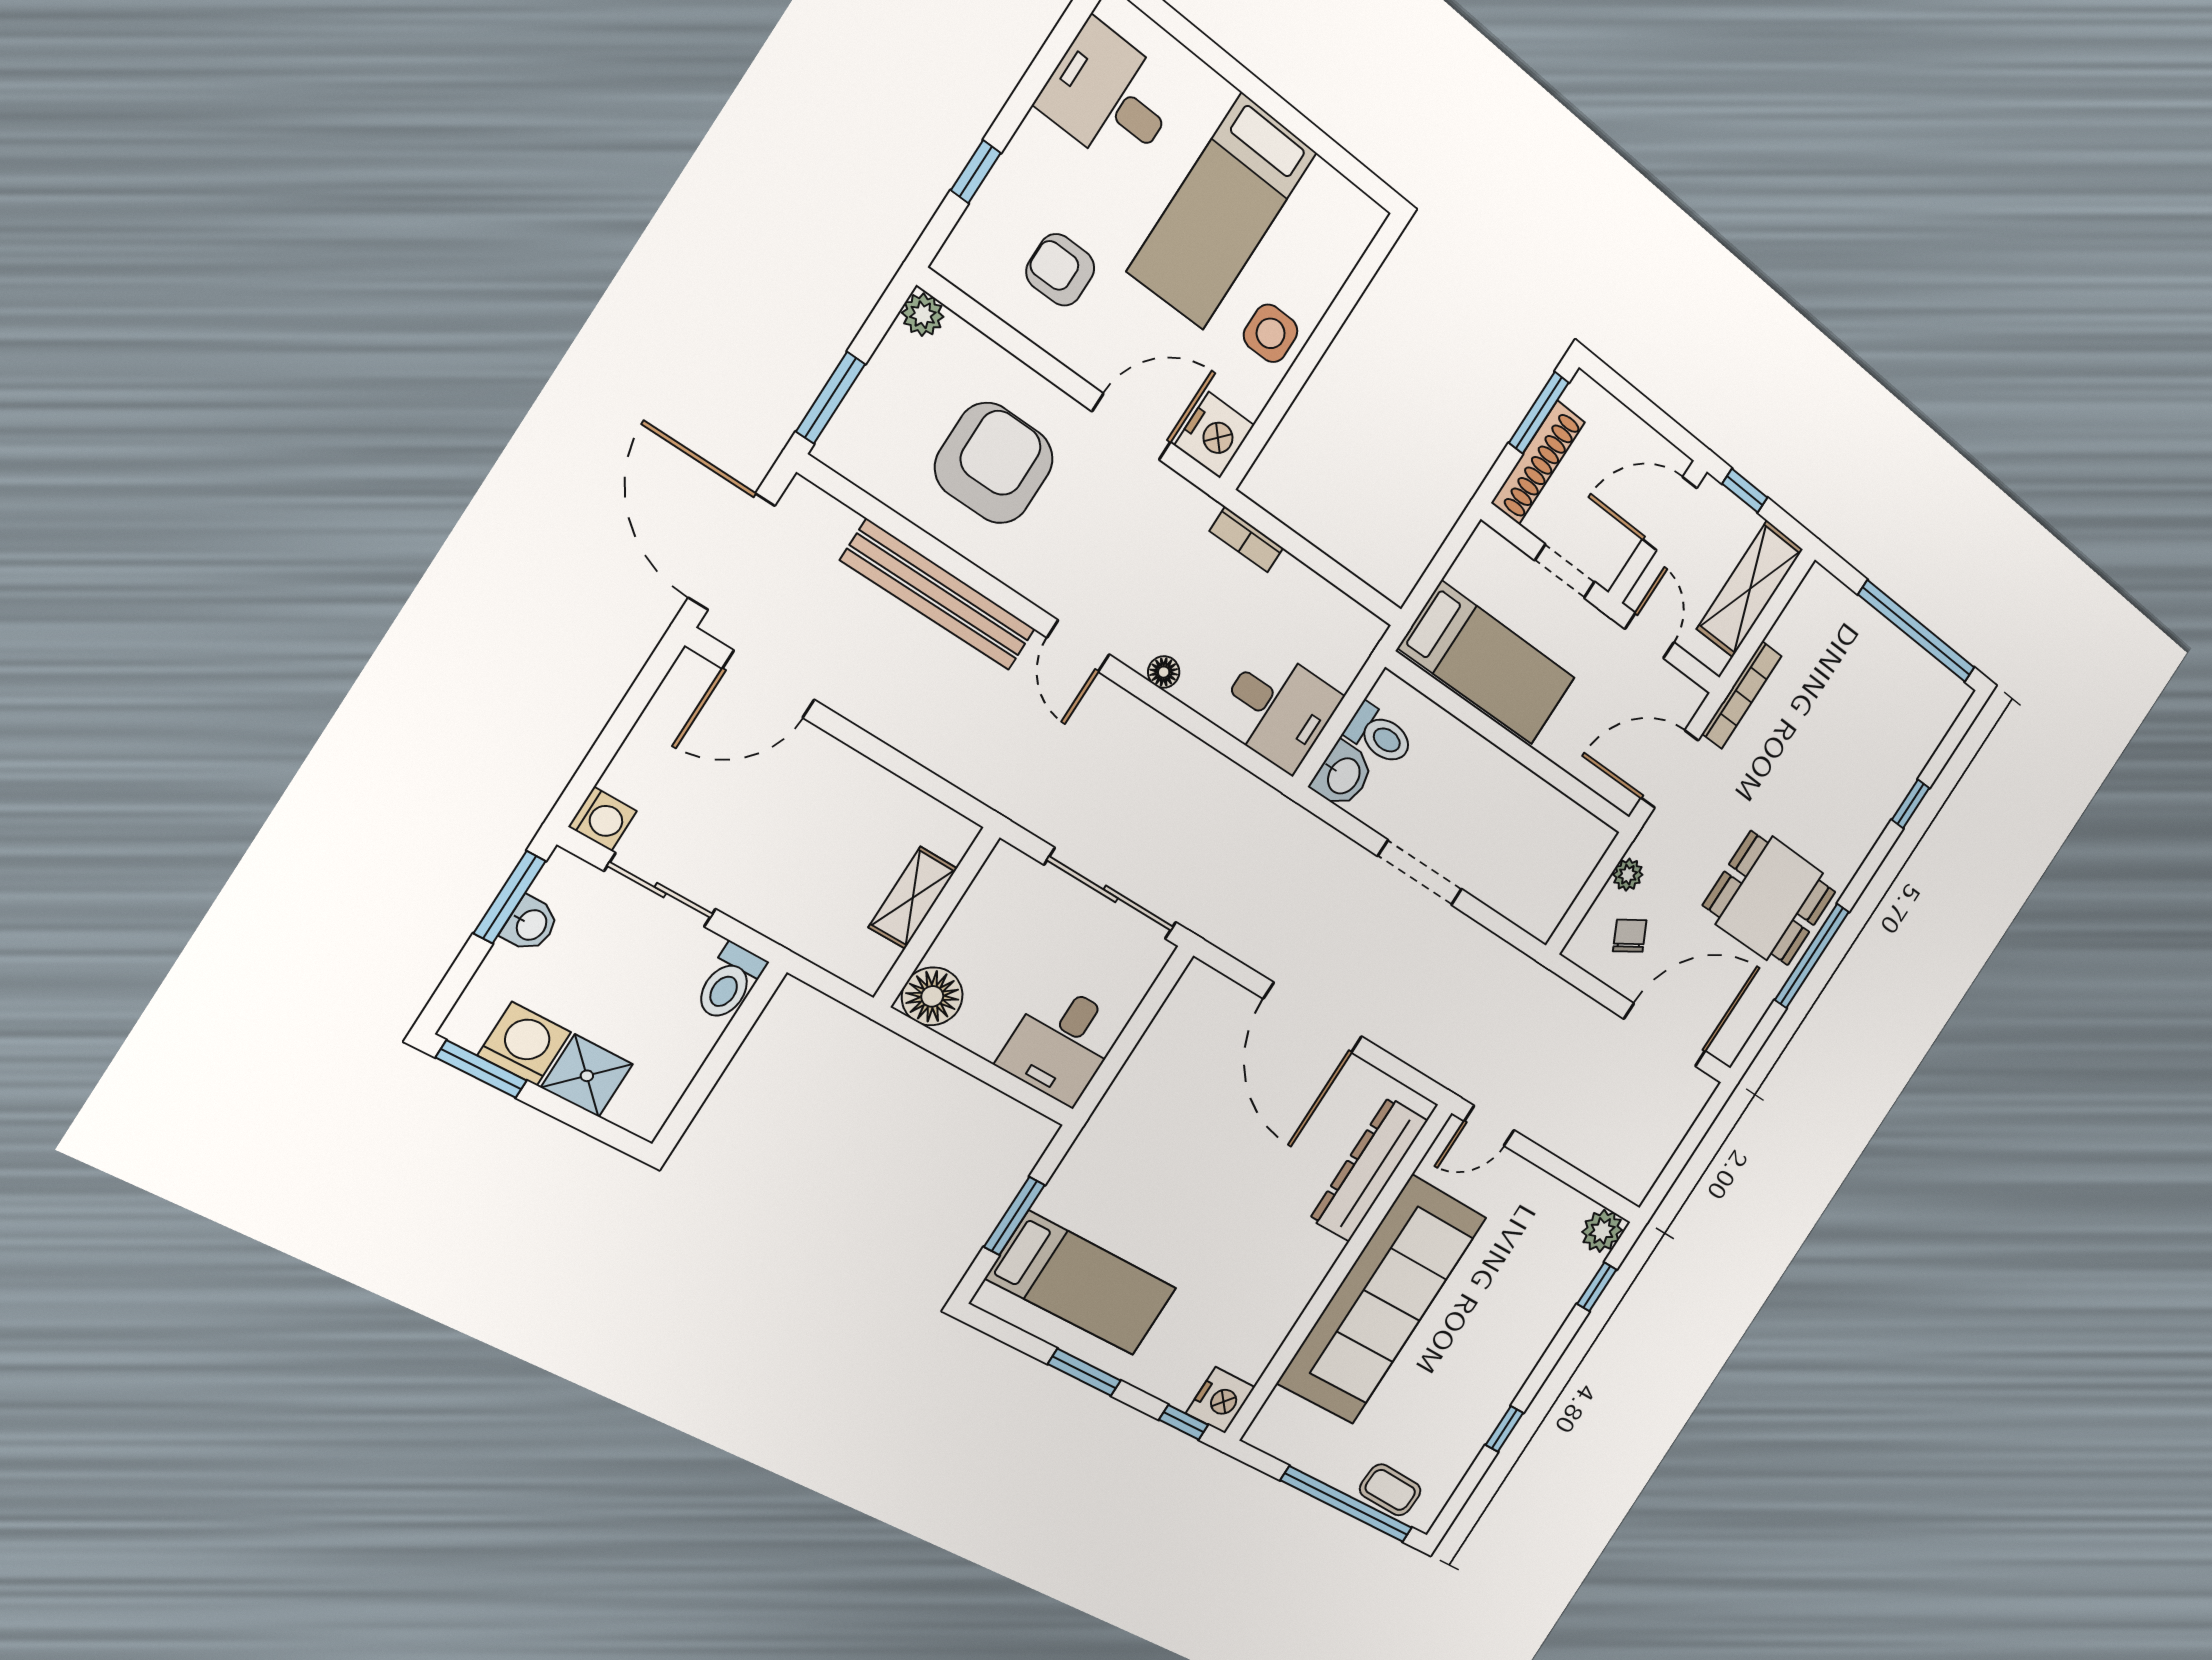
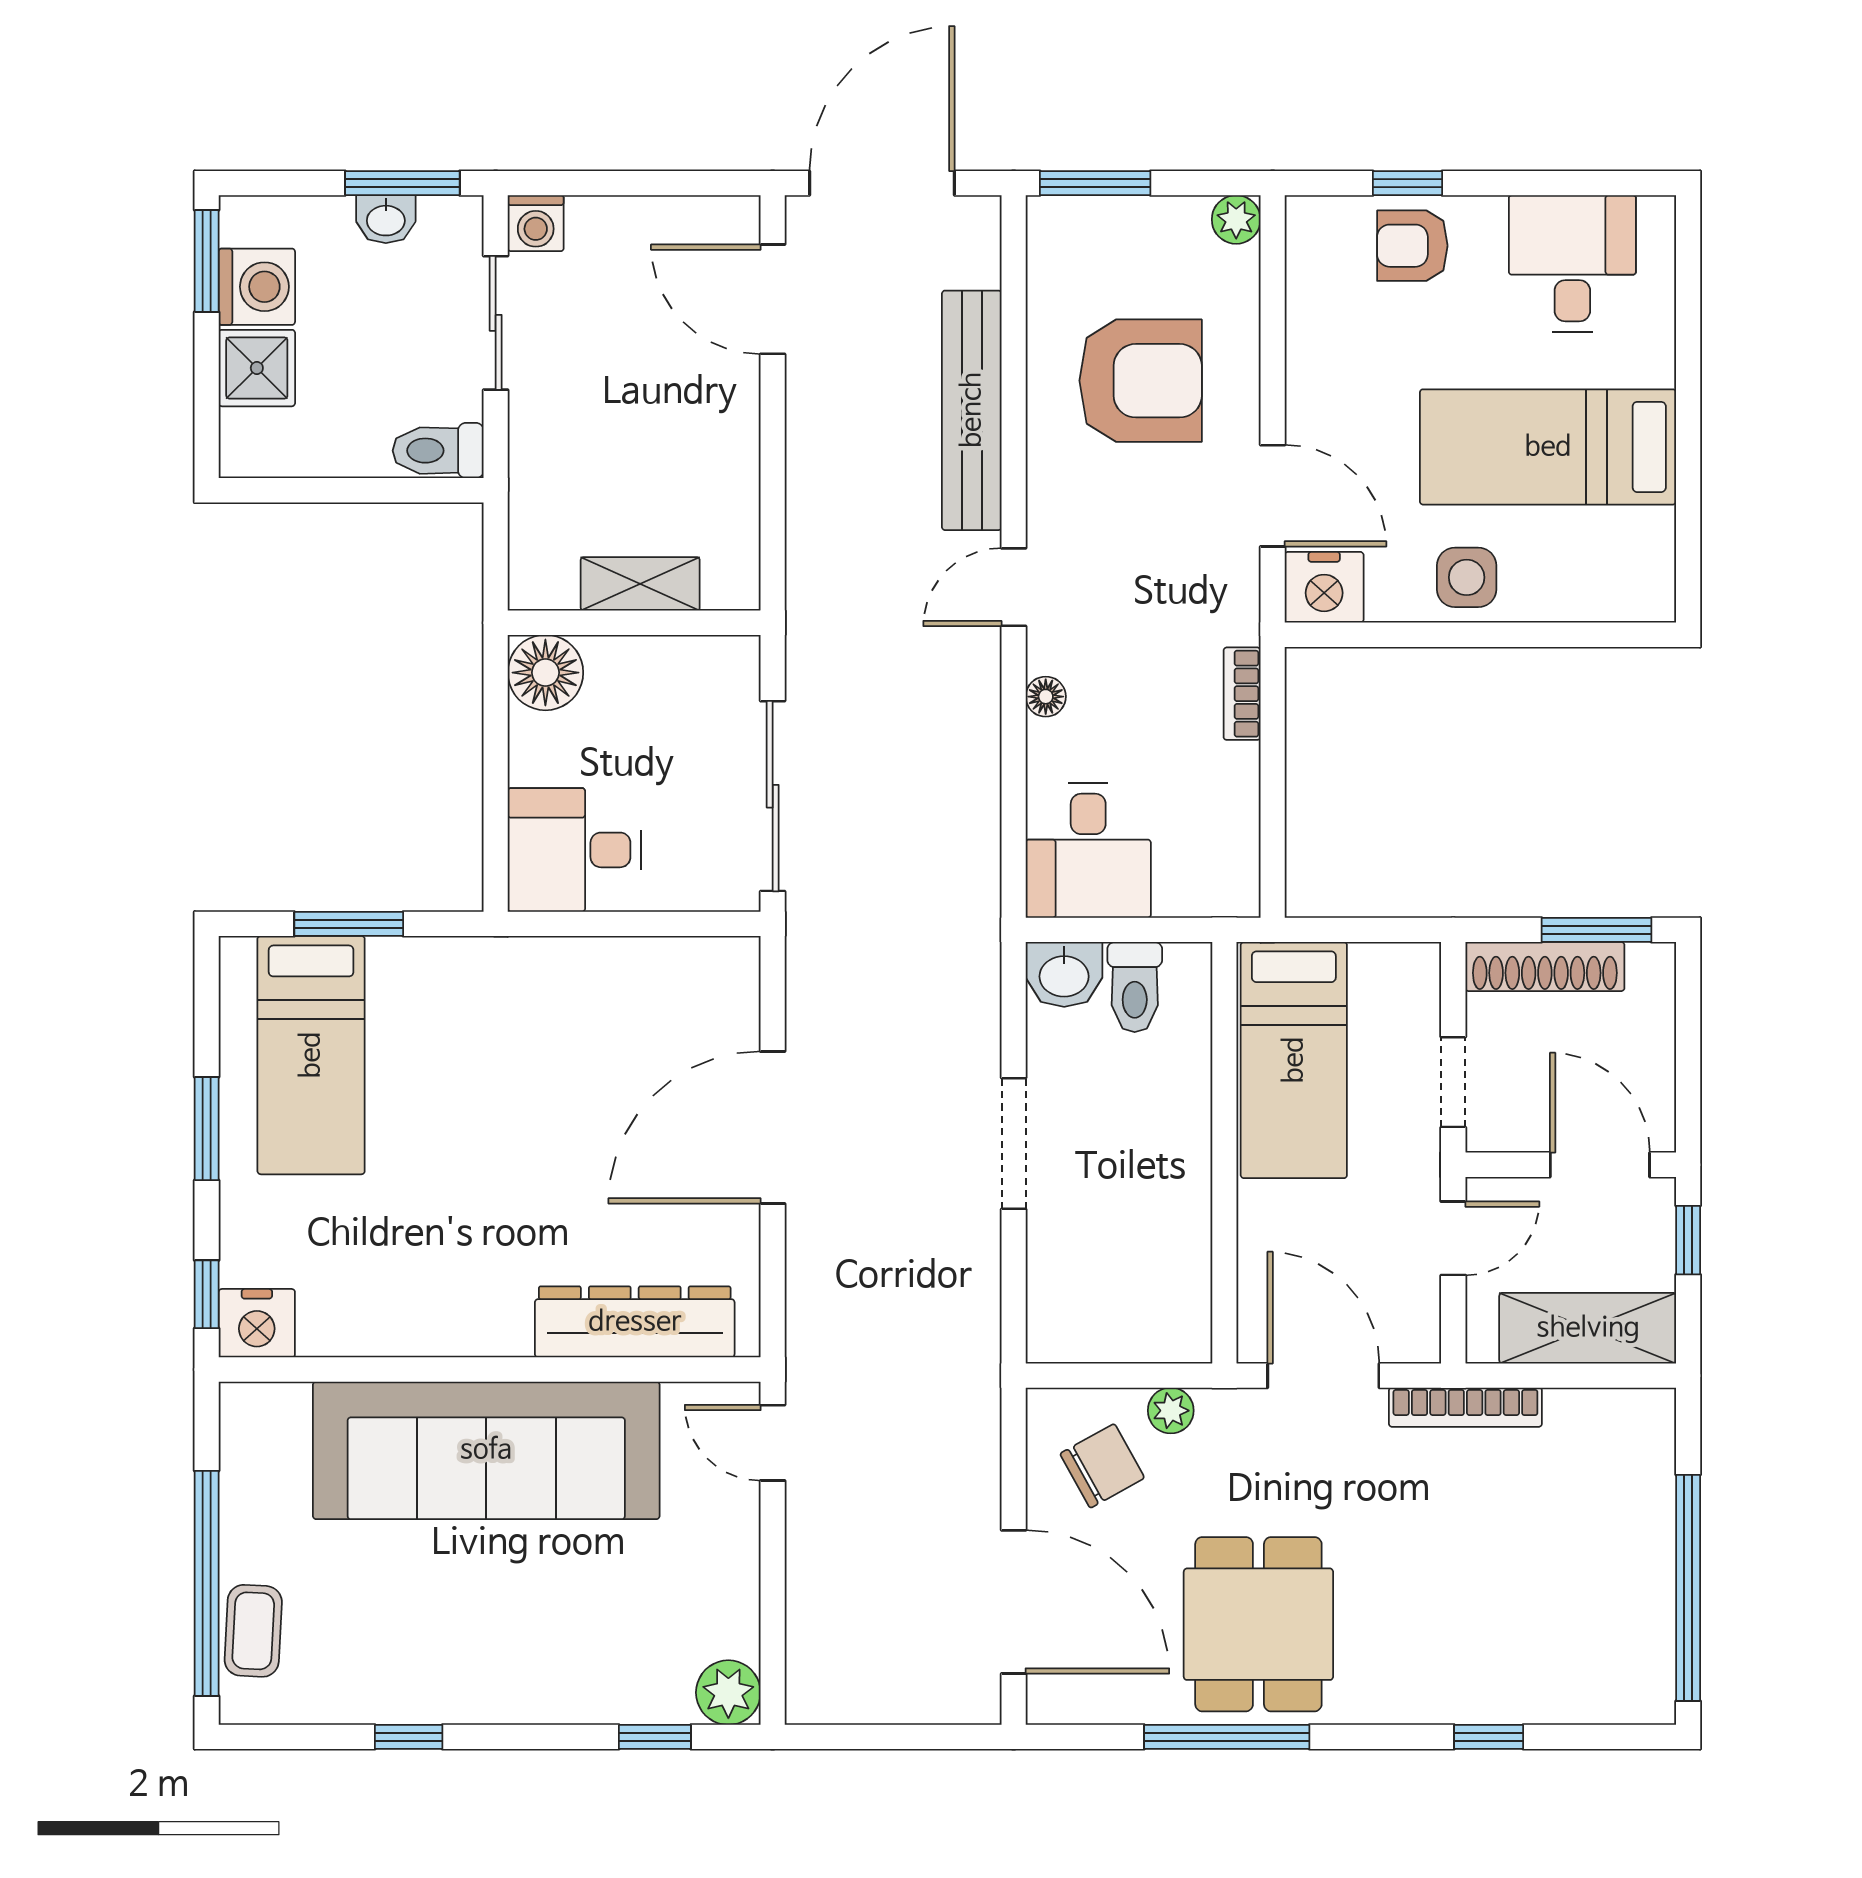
armchair: (1060, 270) -> (1412, 246), moved, turned -90
chair: (1630, 936) -> (1102, 1466), width x1.37, depth x1.37

